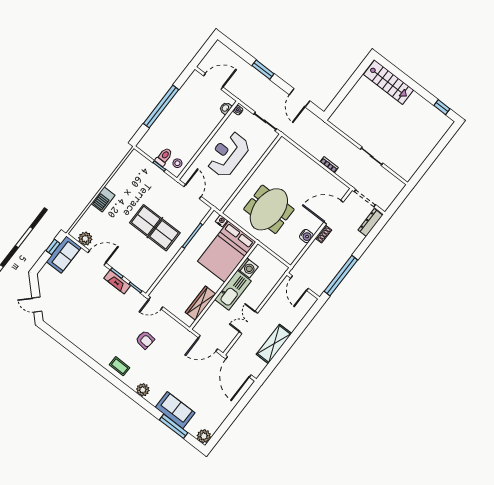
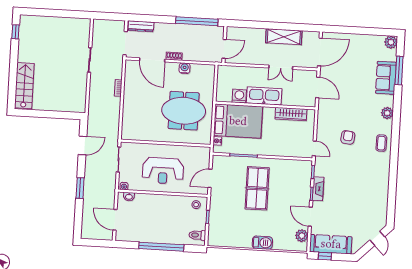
toilet: (164, 157) -> (197, 235), moved
sofa: (64, 255) -> (331, 244), width x1.36

